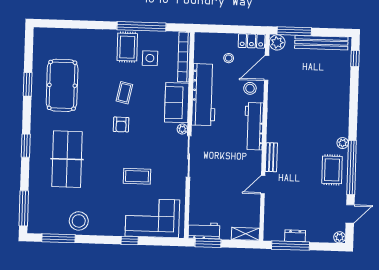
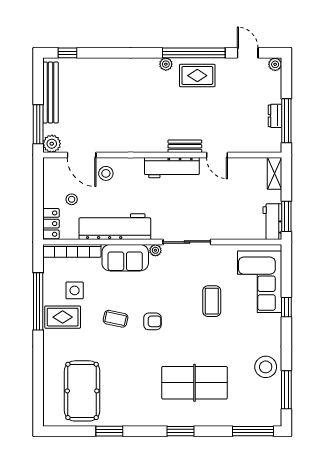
locker: (252, 41) -> (51, 224), moved
pool table: (62, 85) -> (82, 391), moved, turned 90
workbench: (254, 126) -> (172, 168), moved

